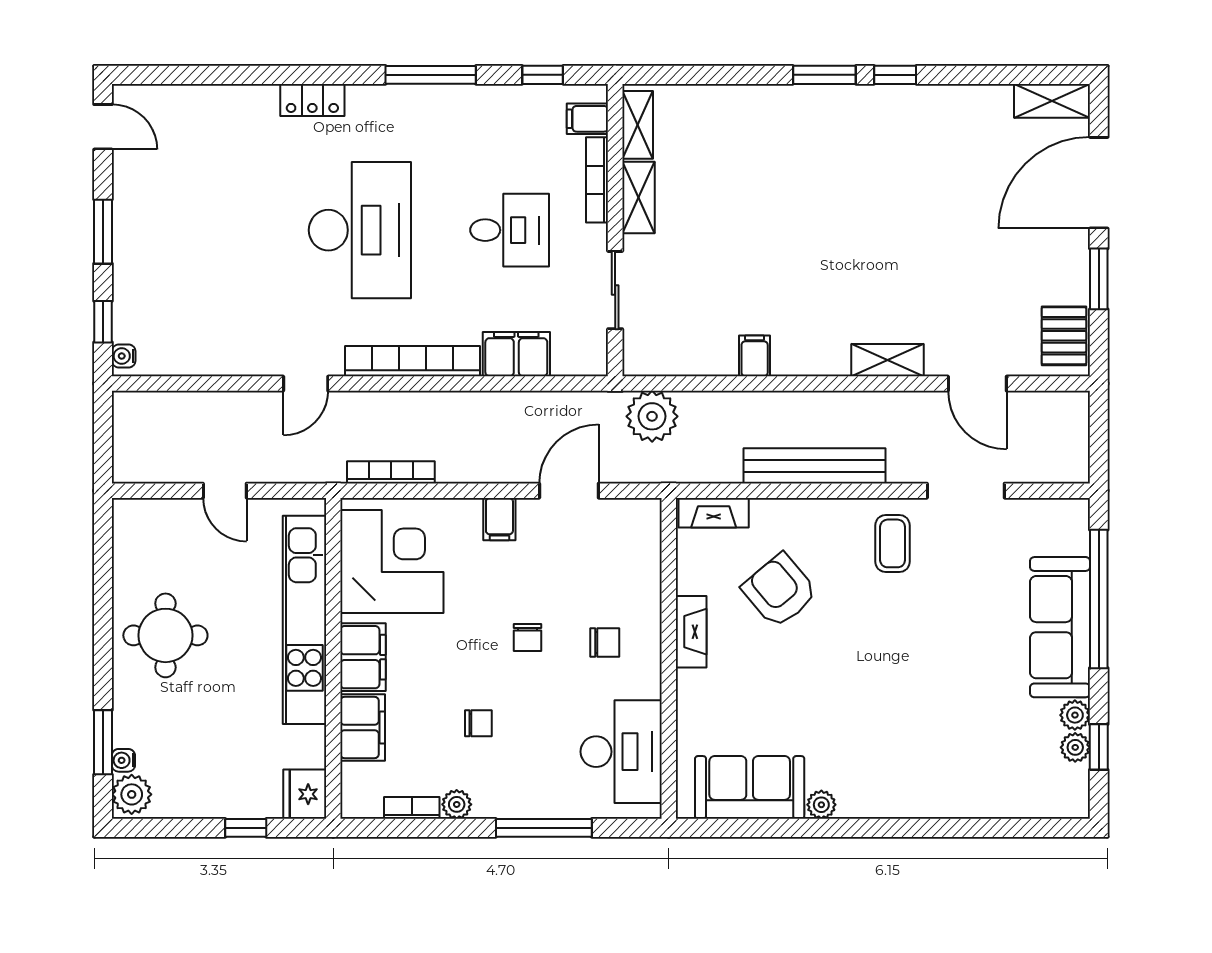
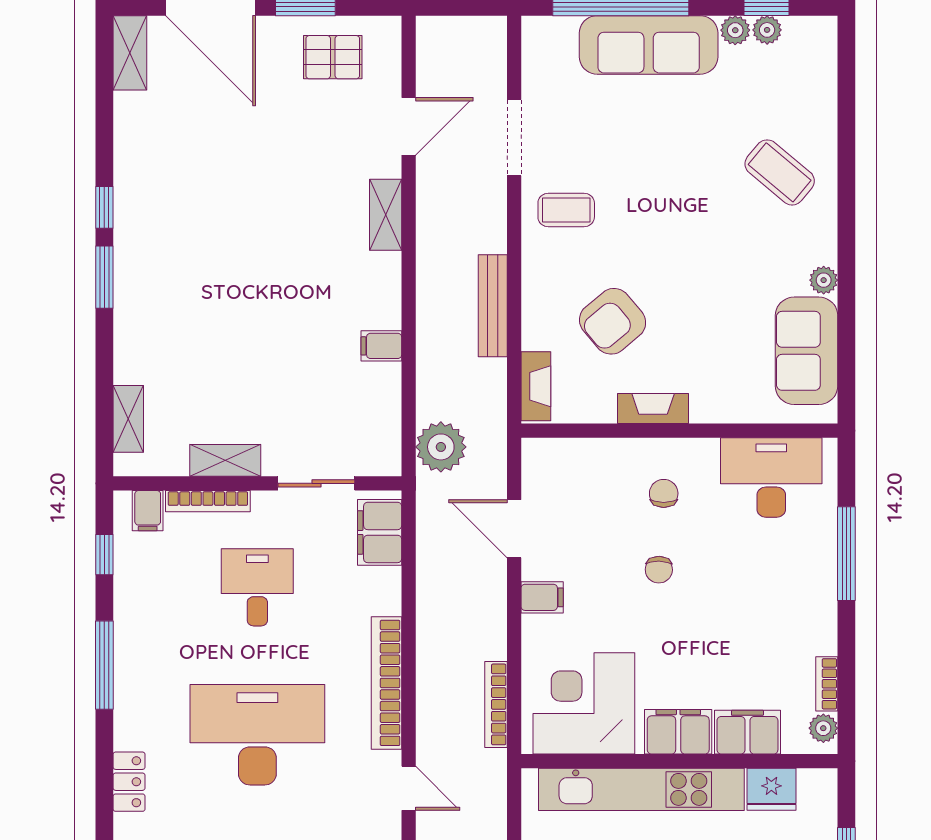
shelving: (638, 125) -> (128, 419), moved, turned 90
pallet: (1064, 336) -> (333, 57), moved
filing cabinet: (516, 354) -> (380, 532), moved
bench: (814, 466) -> (493, 306), width x0.73, depth x0.82
chair: (528, 638) -> (659, 570), turned 91
chair: (478, 723) -> (743, 618), removed
coffee table: (931, 760) -> (780, 172), added
fridge: (305, 794) -> (771, 789), moved
plant: (457, 804) -> (823, 728), moved

